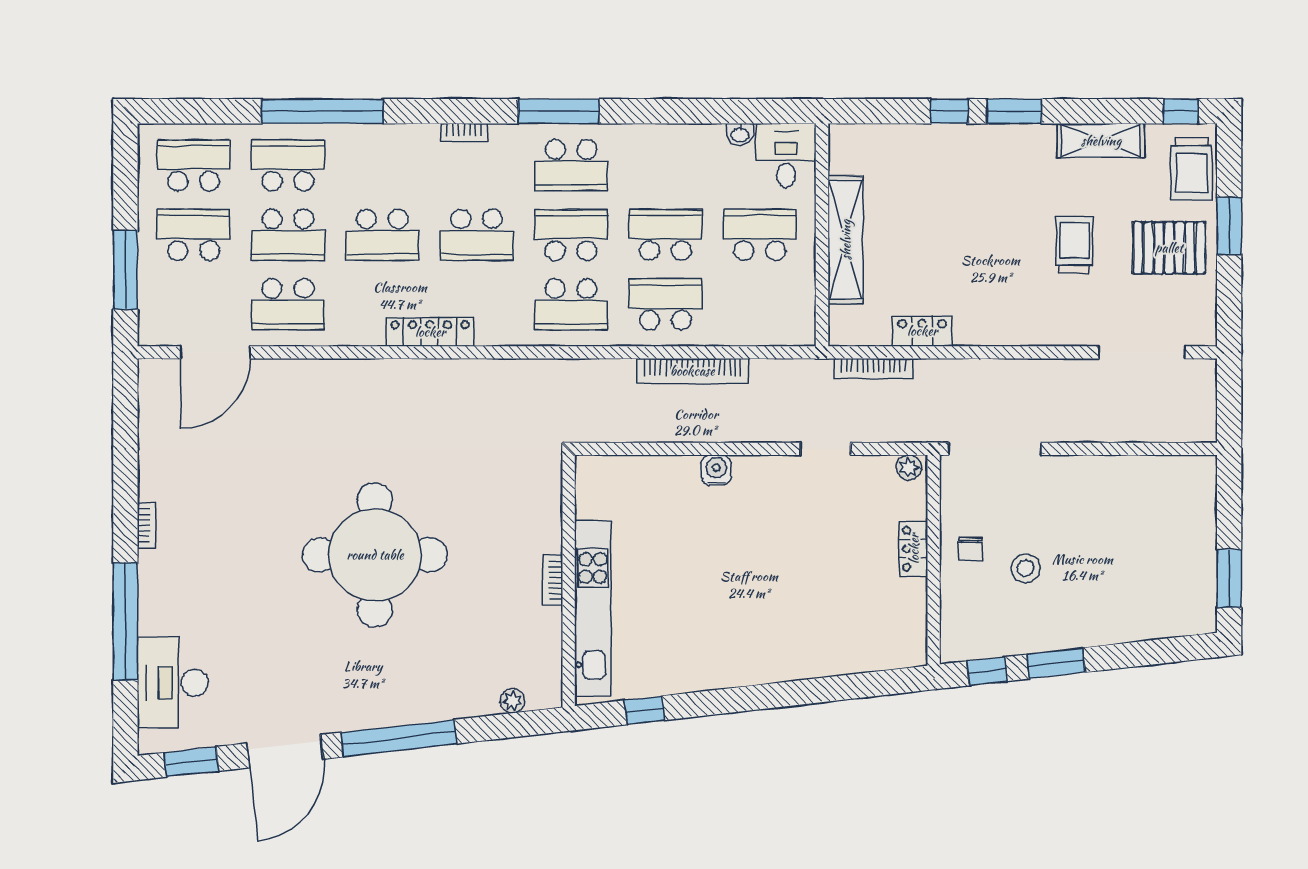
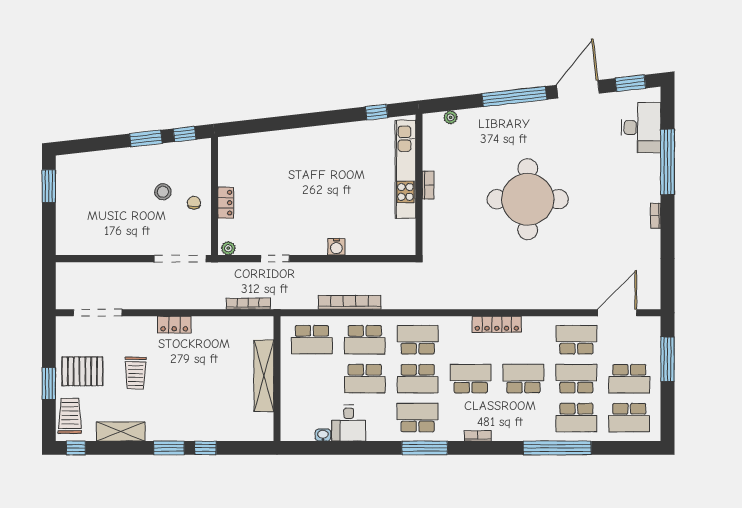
desk: (786, 156) -> (349, 423), moved
school desk: (760, 235) -> (312, 340), moved
locker: (922, 331) -> (174, 325), moved

